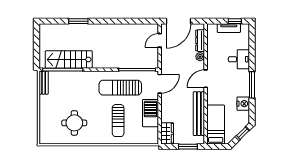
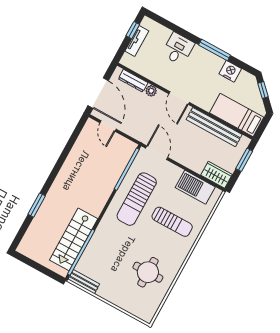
barbecue: (150, 113) -> (195, 187), moved

